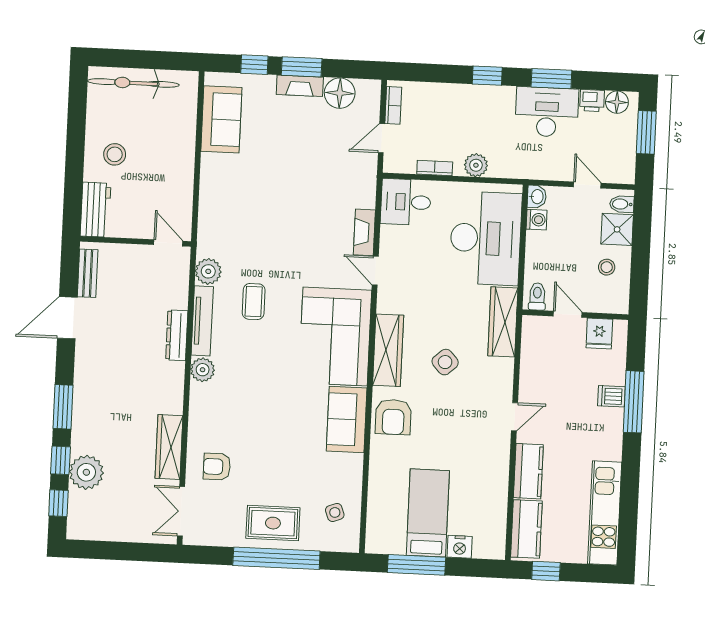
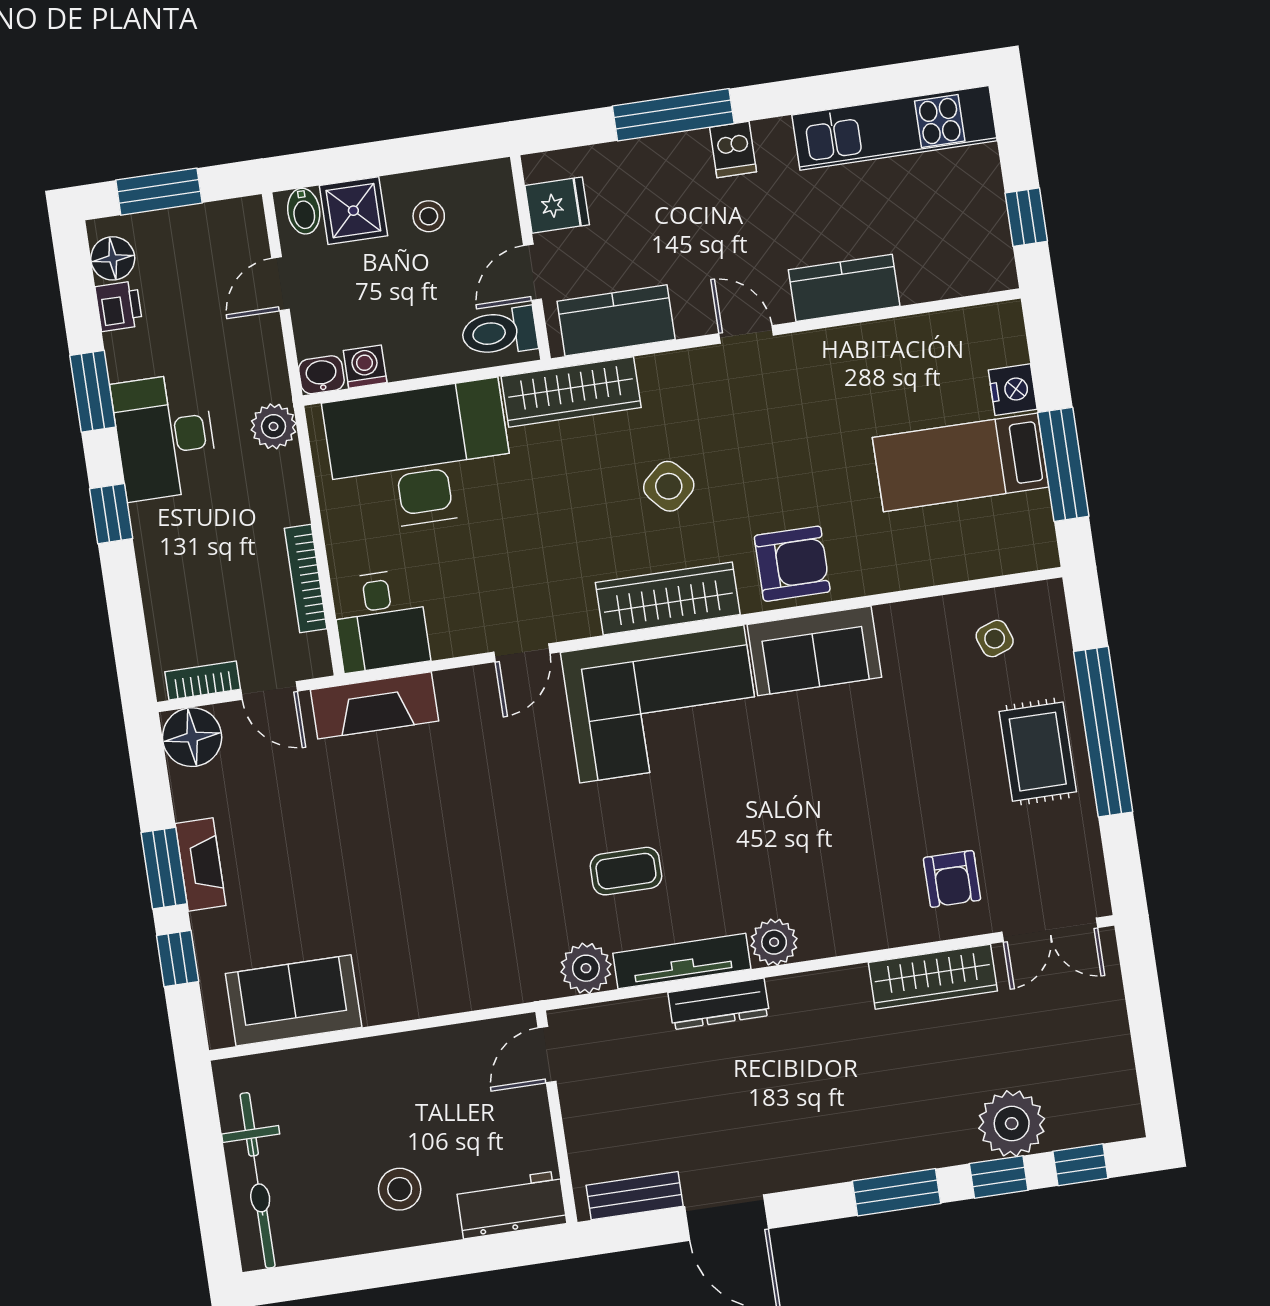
floor lamp: (340, 93) -> (192, 737), moved
desk: (547, 112) -> (165, 437), moved
plant: (476, 165) -> (274, 426), moved
bookcase: (435, 168) -> (306, 579), width x1.56
fireplace: (364, 232) -> (375, 705), moved, width x1.37, depth x1.32
toilet: (537, 296) -> (499, 332), width x1.37, depth x1.39
dishwasher: (611, 396) -> (733, 149), moved
kitchen counter: (526, 529) -> (616, 320), moved

